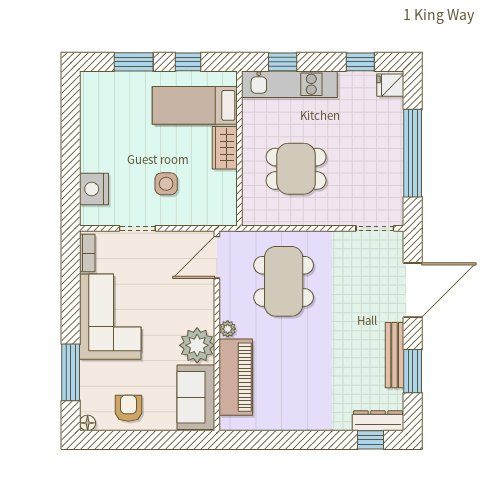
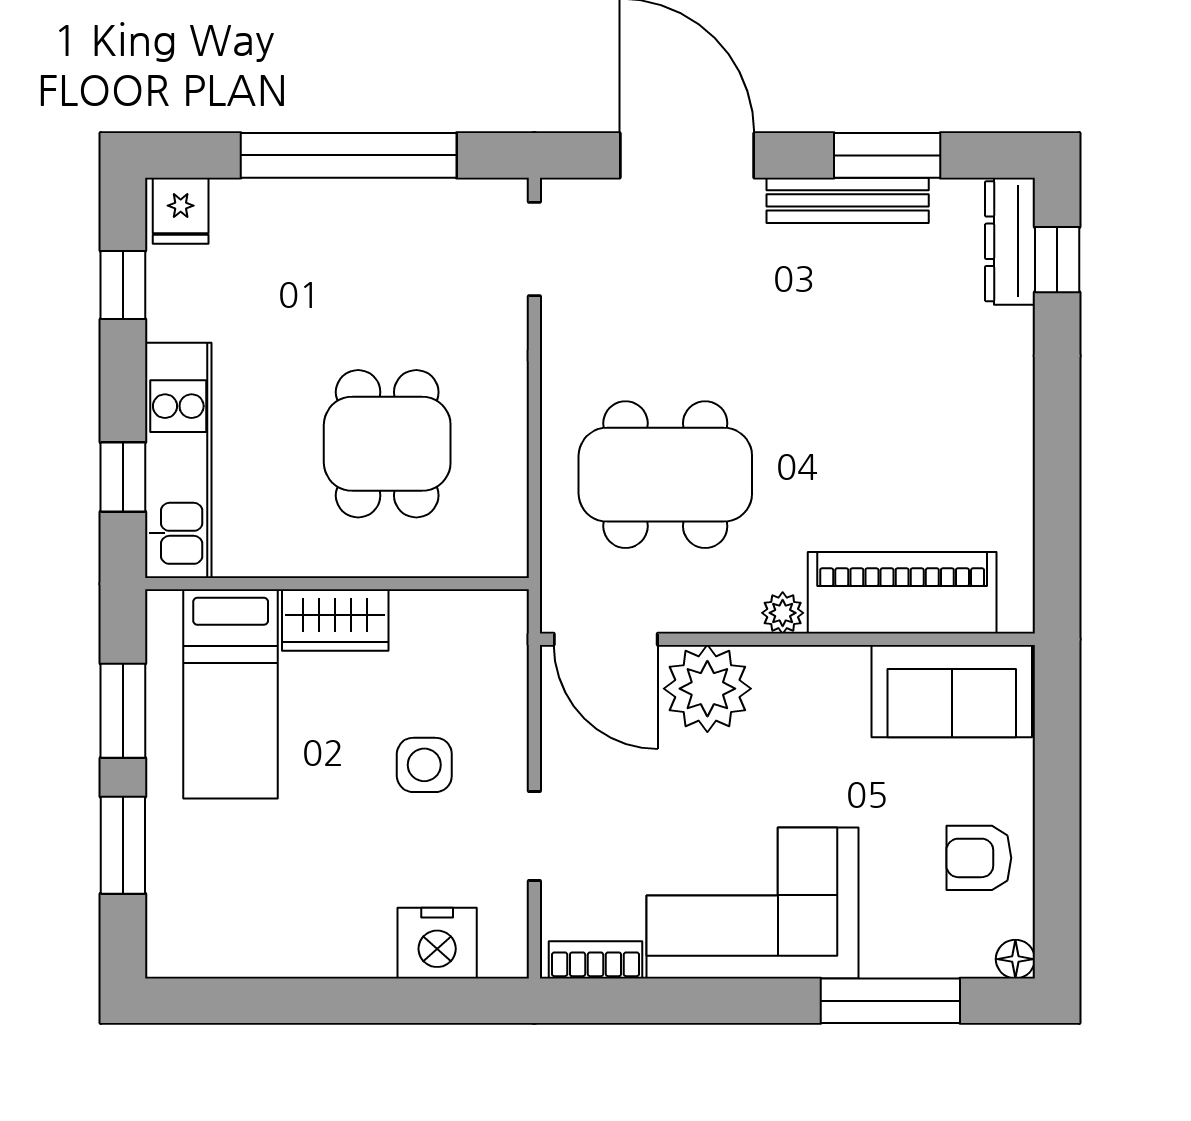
window: (188, 62) -> (123, 711), width x1.50
plant: (197, 345) -> (707, 689), moved

